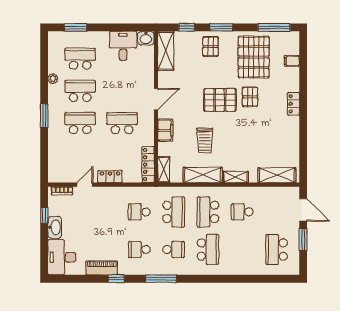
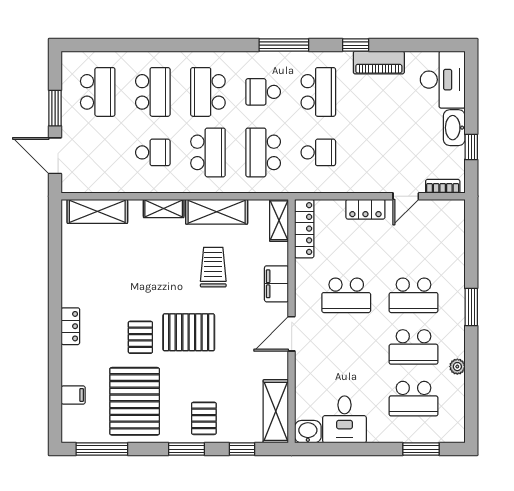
school desk: (139, 250) -> (318, 92), width x1.85
school desk: (242, 250) -> (153, 92), added

